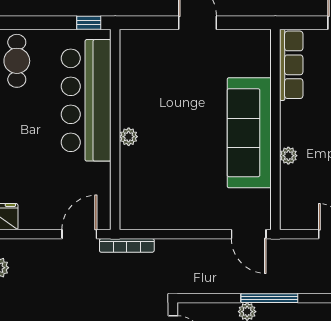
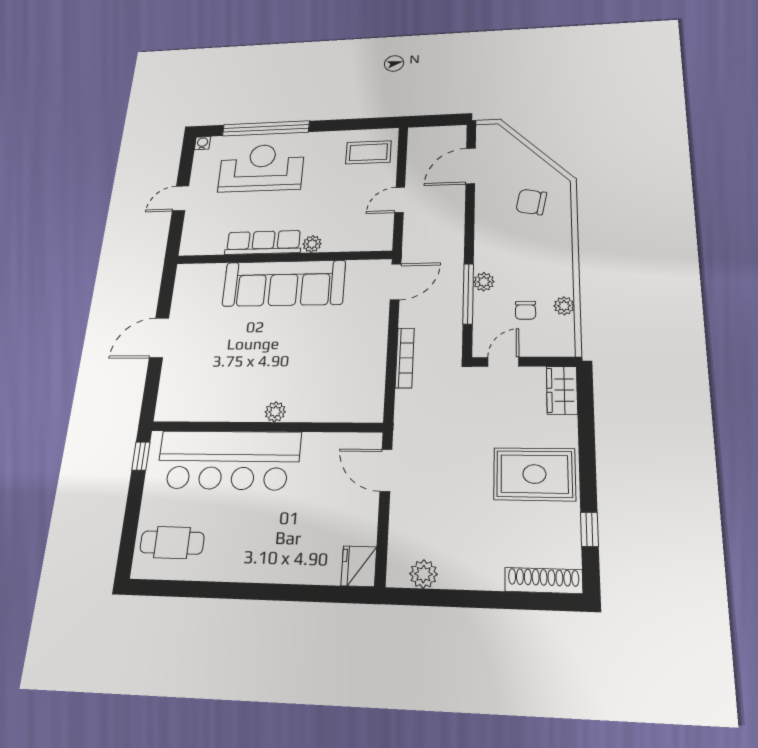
row of seats: (291, 65) -> (263, 242), moved
bookcase: (127, 245) -> (405, 358), moved
window: (269, 298) -> (468, 294), moved

